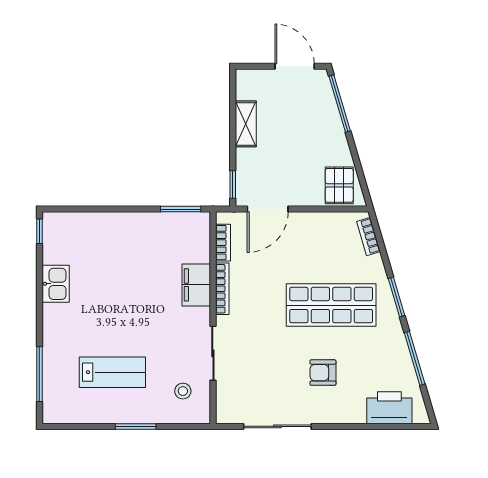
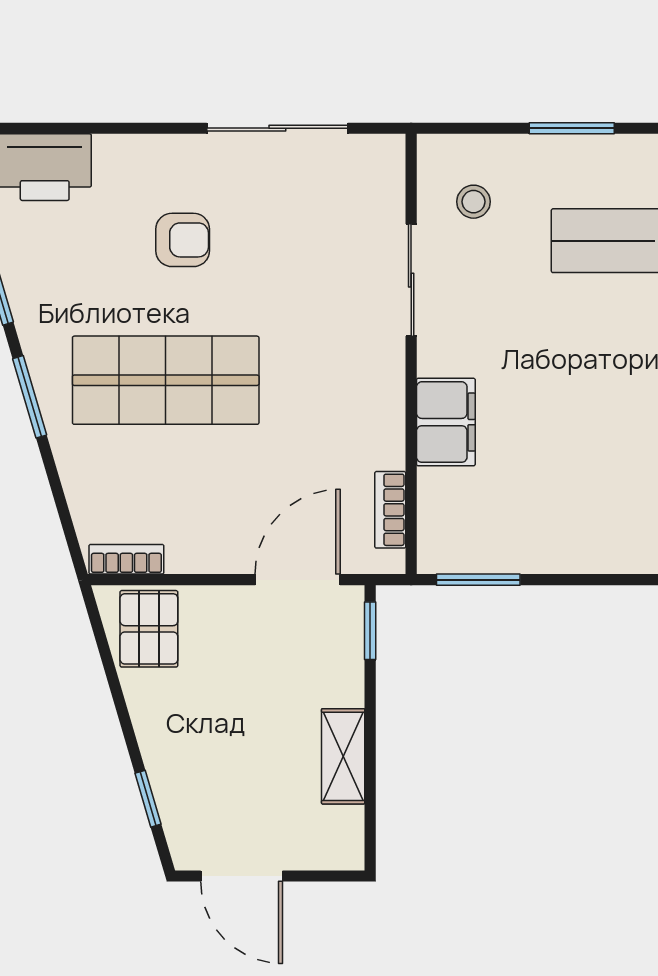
window: (340, 104) -> (148, 799), width x0.46
bookcase: (369, 237) -> (126, 559), moved, turned -74
bookcase: (222, 289) -> (392, 414), removed

